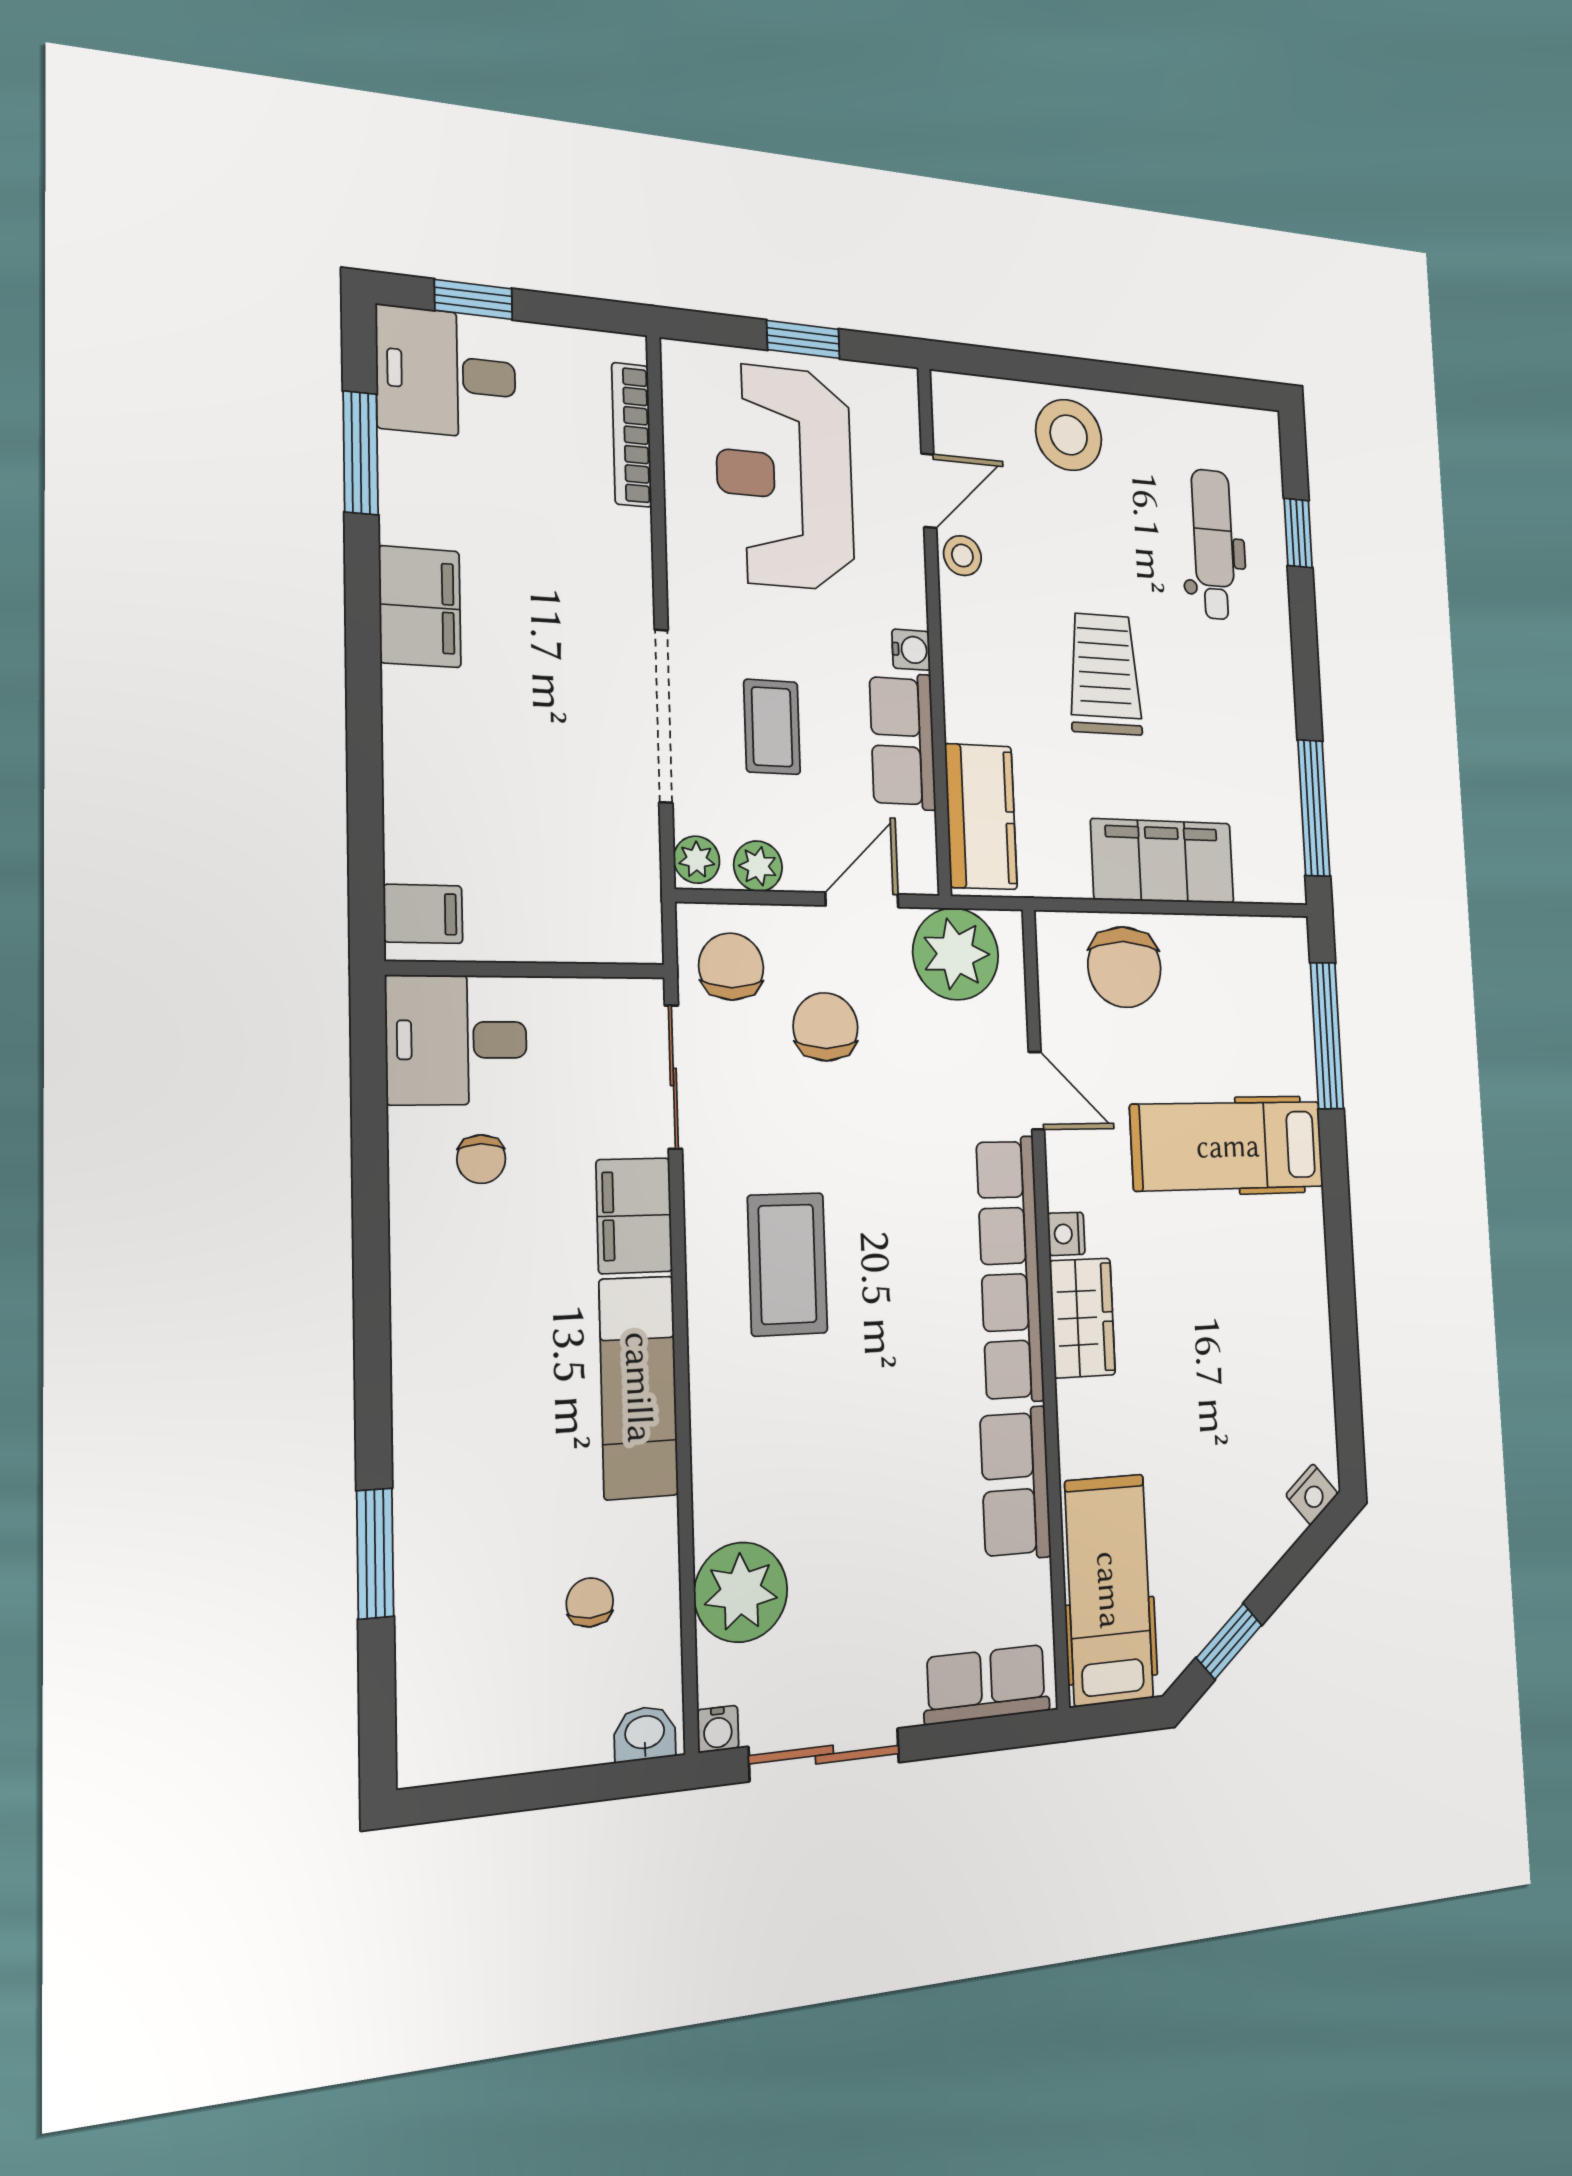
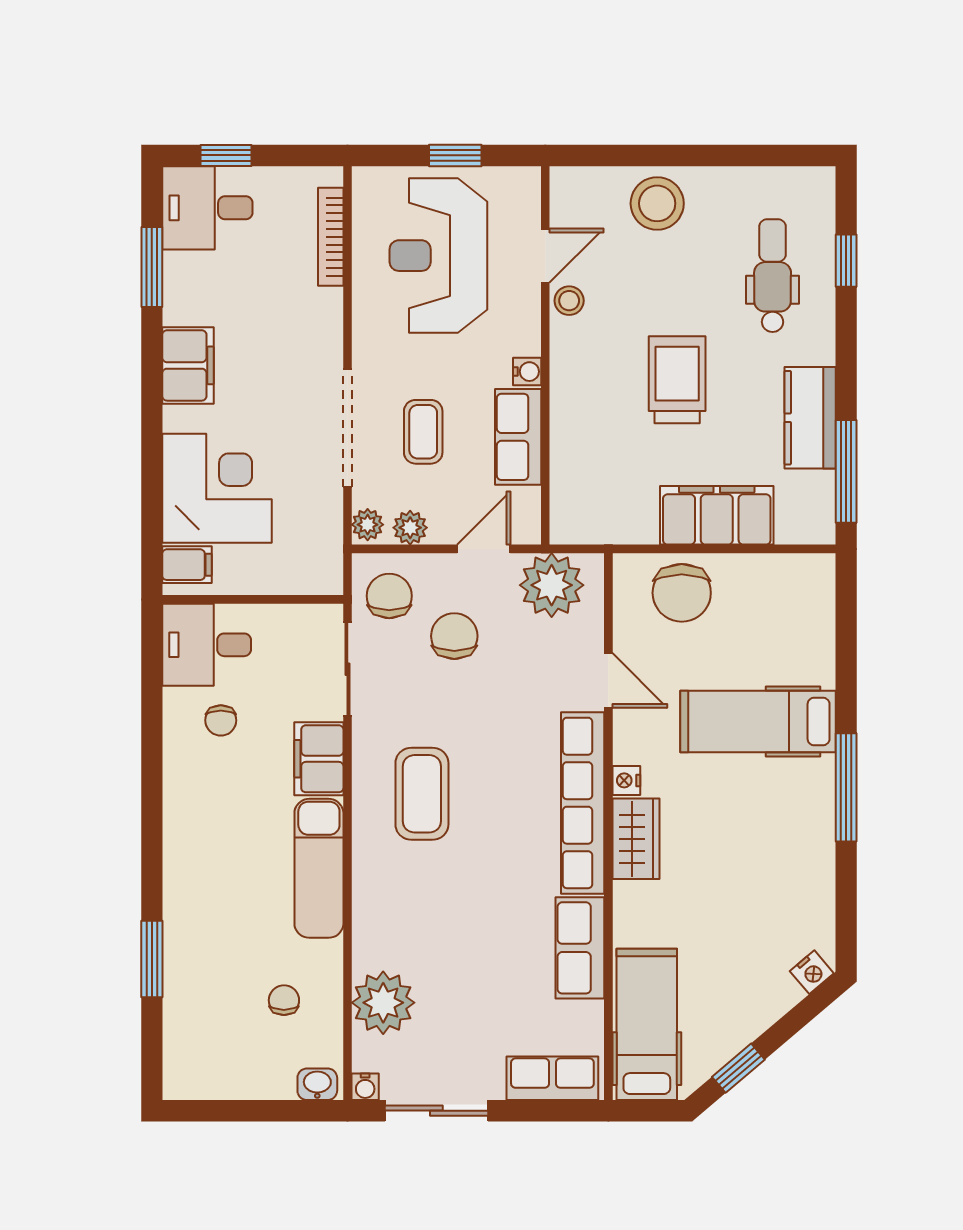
corner desk: (469, 797) -> (217, 488), added
kitchen counter: (981, 817) -> (810, 418), moved, turned 180
window: (1327, 1036) -> (846, 787), moved

